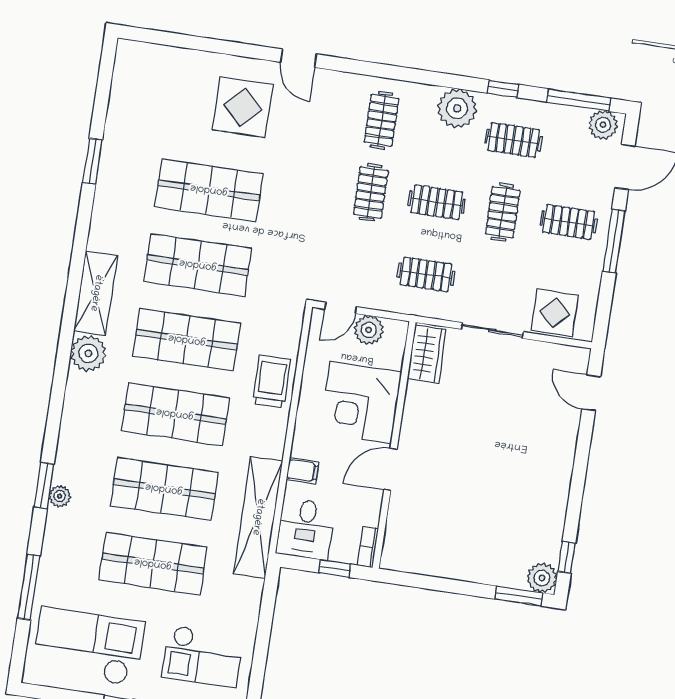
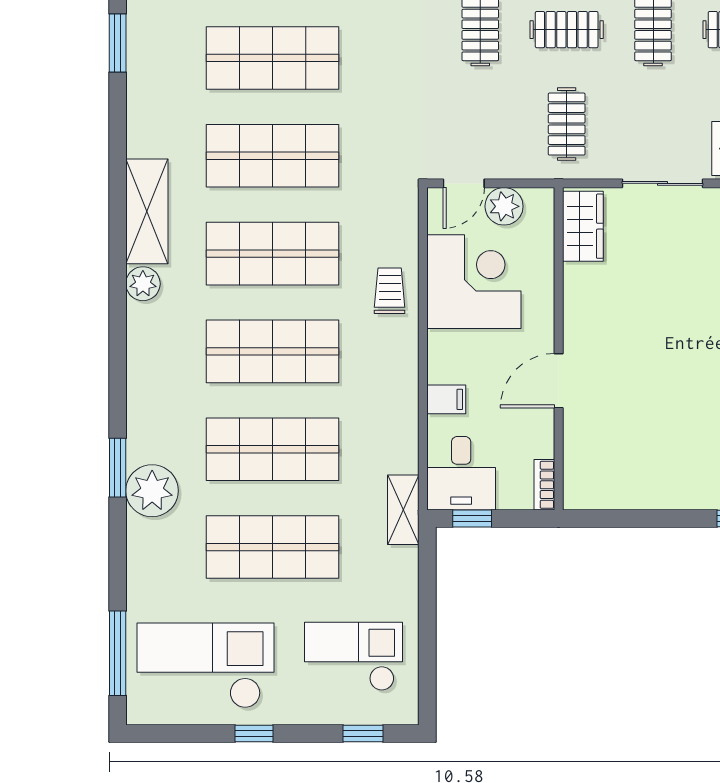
clothes rail: (426, 274) -> (567, 124), turned 90
plant: (88, 353) -> (143, 284), width x0.73, depth x0.73
trolley: (272, 381) -> (390, 291), width x0.73, depth x0.72
corner desk: (361, 403) -> (474, 282), moved, turned 180
plant: (60, 496) -> (152, 491), width x1.88, depth x1.88
shelving: (258, 517) -> (403, 510), width x0.45, depth x0.75
window: (335, 569) -> (472, 518), moved
window: (29, 587) -> (118, 653), moved
checkout: (203, 656) -> (354, 656), turned 180

